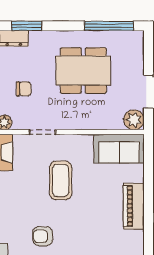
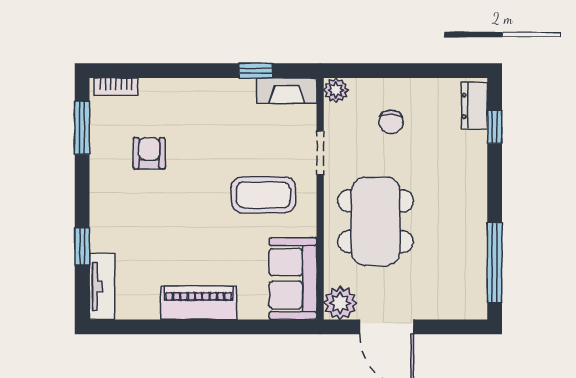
window: (27, 26) -> (495, 127), width x0.67
dining table: (83, 71) -> (376, 221), moved
coffee table: (61, 180) -> (263, 195), moved

